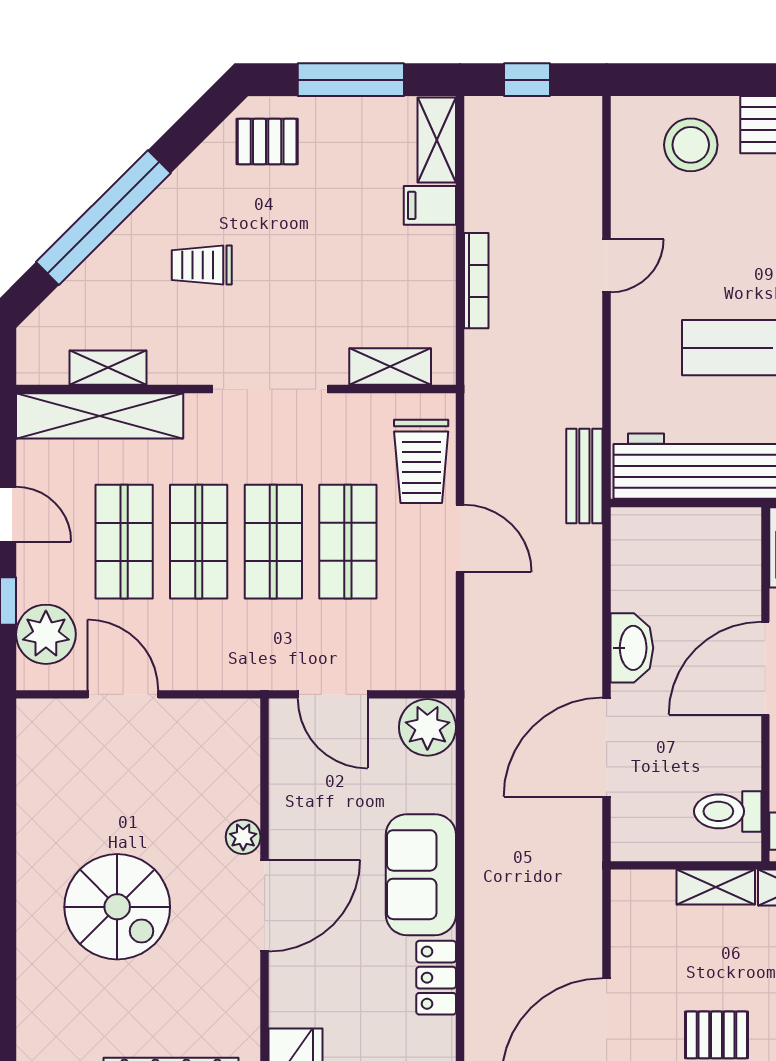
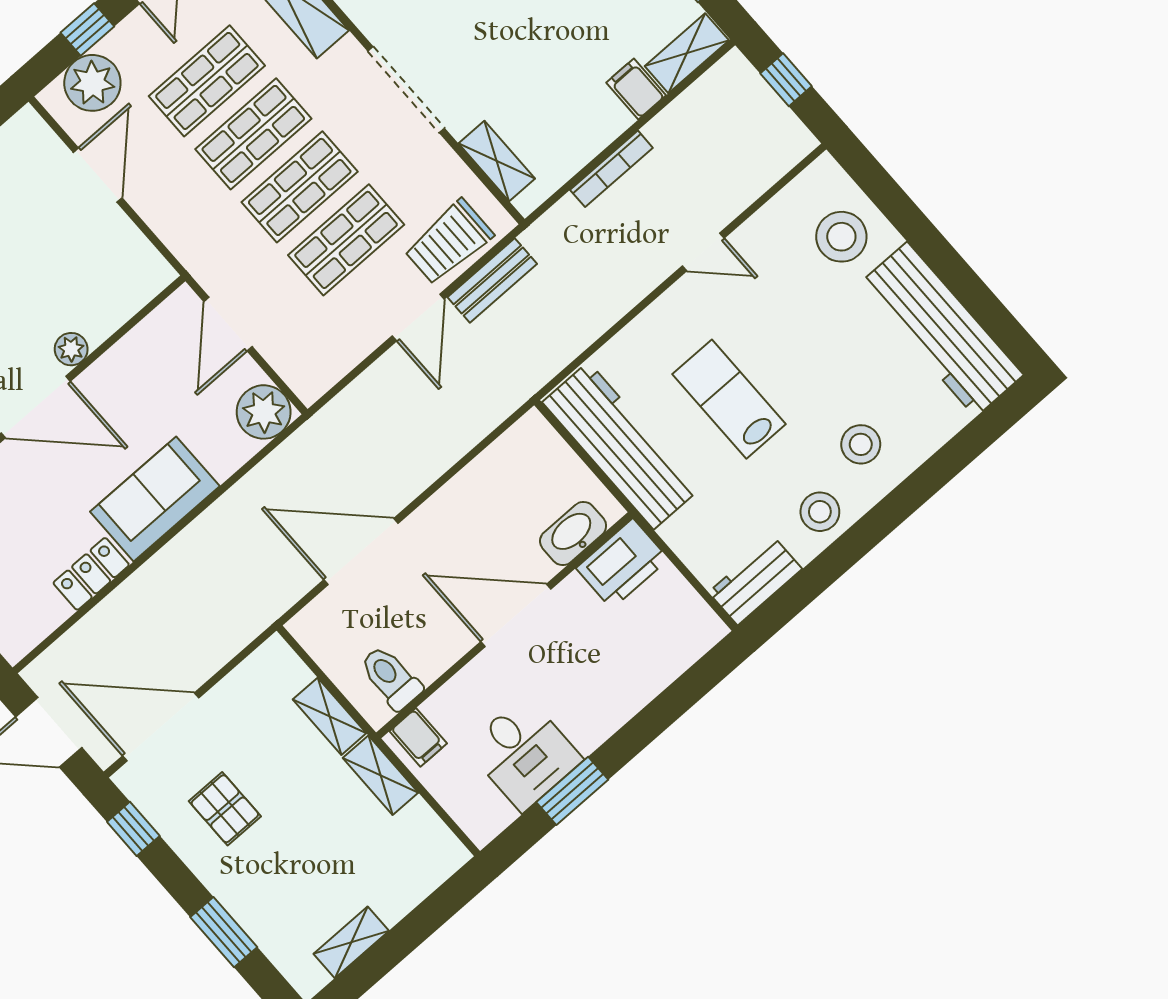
bench: (584, 476) -> (492, 280), moved
washbasin: (632, 648) -> (573, 534), moved, turned 180

